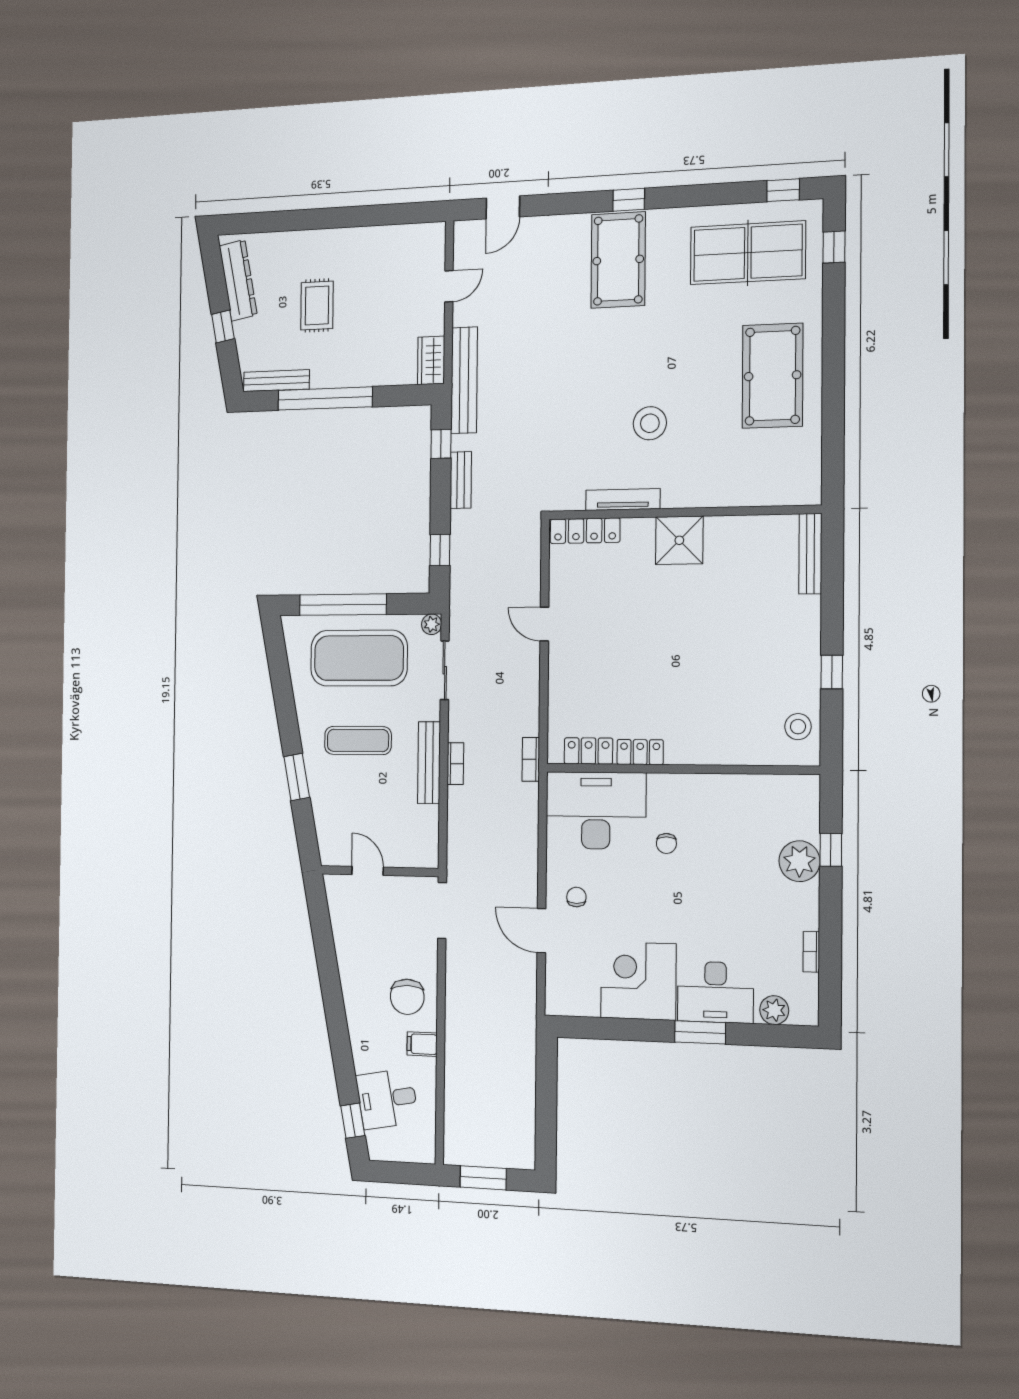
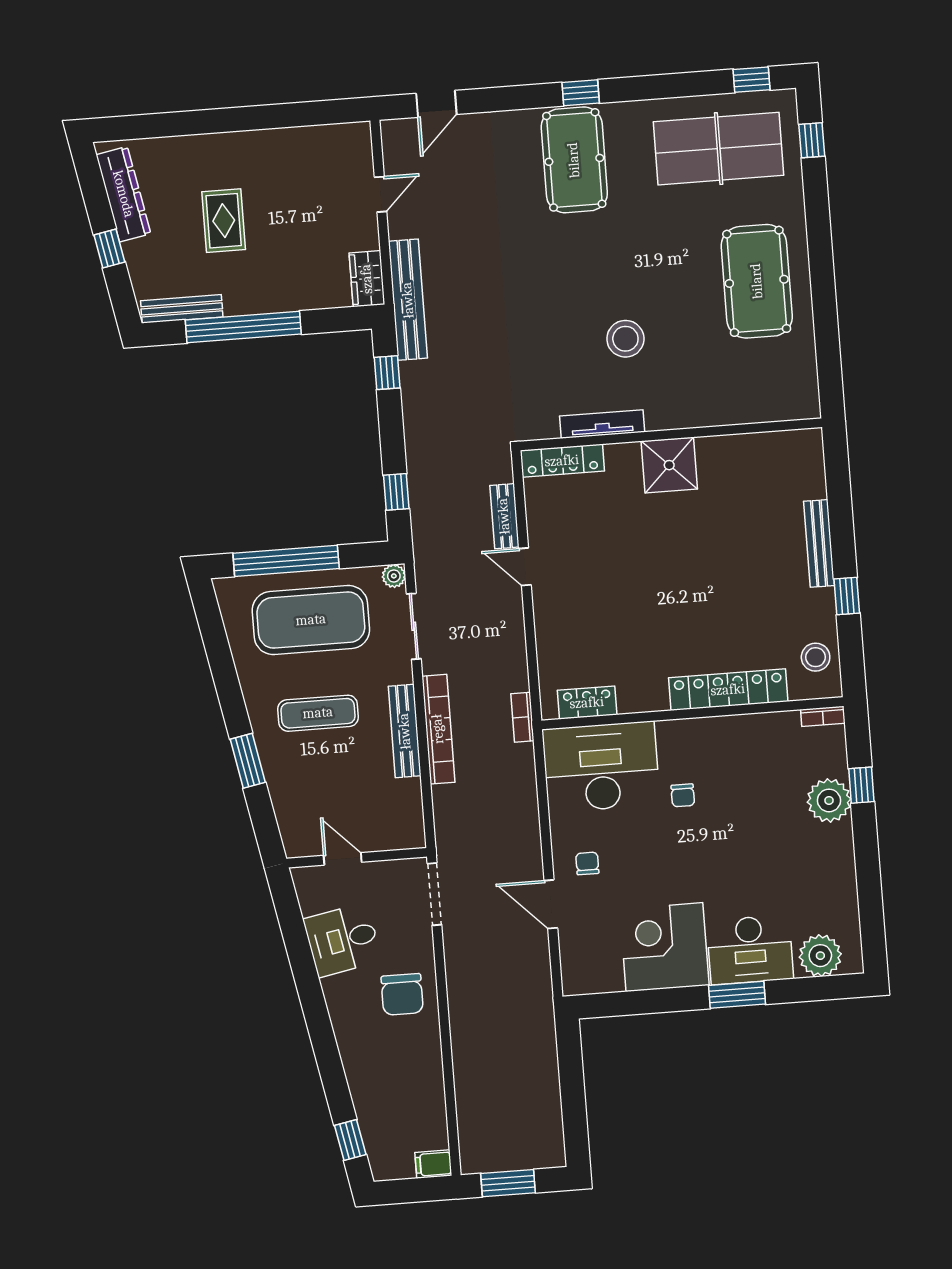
bench: (461, 480) -> (504, 516), moved
bench: (810, 554) -> (819, 543), moved
locker: (640, 752) -> (728, 690), moved, width x2.16, depth x1.21
bookcase: (455, 764) -> (438, 729), width x2.31, depth x1.31
bookcase: (811, 952) -> (823, 716), moved, turned -90
plant: (774, 1010) -> (820, 956), width x1.36, depth x1.36
filing cabinet: (422, 1044) -> (433, 1164), moved
desk: (387, 1099) -> (342, 940), moved

